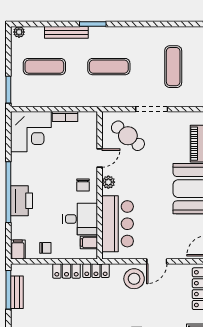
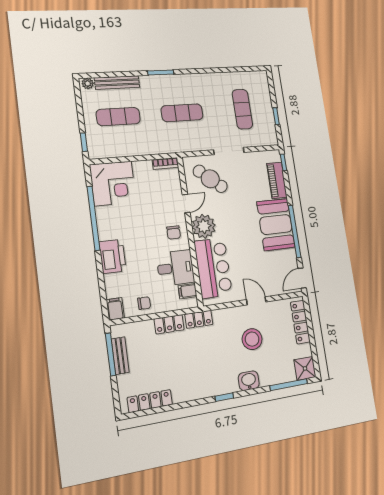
bench: (66, 32) -> (117, 83), moved
window: (8, 90) -> (84, 142), width x0.67
bookcase: (65, 117) -> (165, 163), moved
plant: (108, 182) -> (204, 226), width x1.88, depth x1.88
window: (8, 192) -> (93, 218), moved
door: (157, 261) -> (256, 301), swing flipped
stool: (134, 279) -> (252, 339), moved

